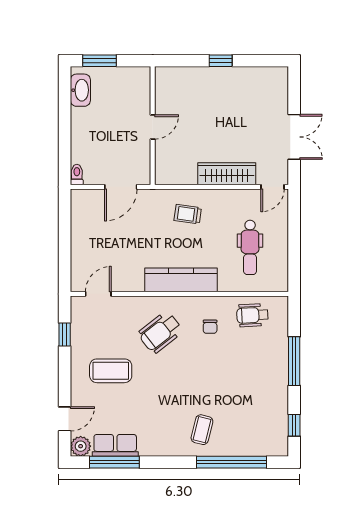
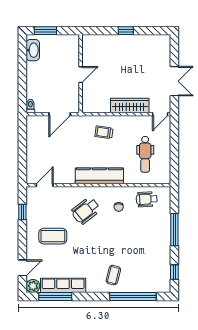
row of seats: (115, 445) -> (63, 285), width x1.48

